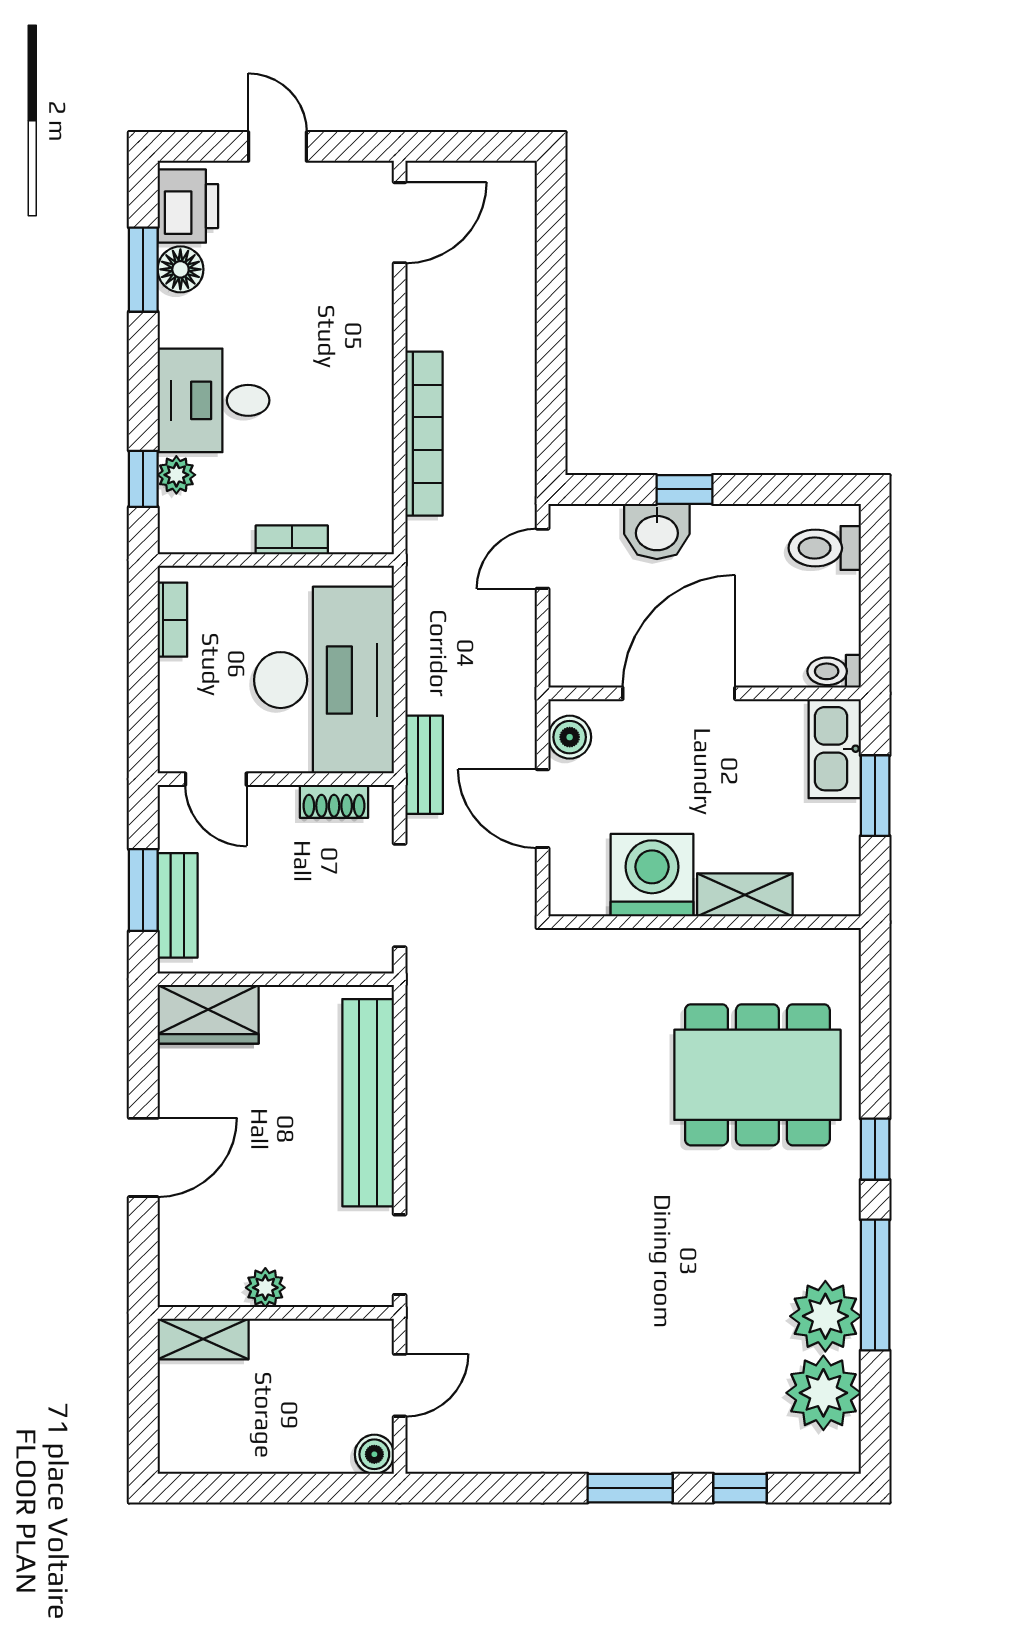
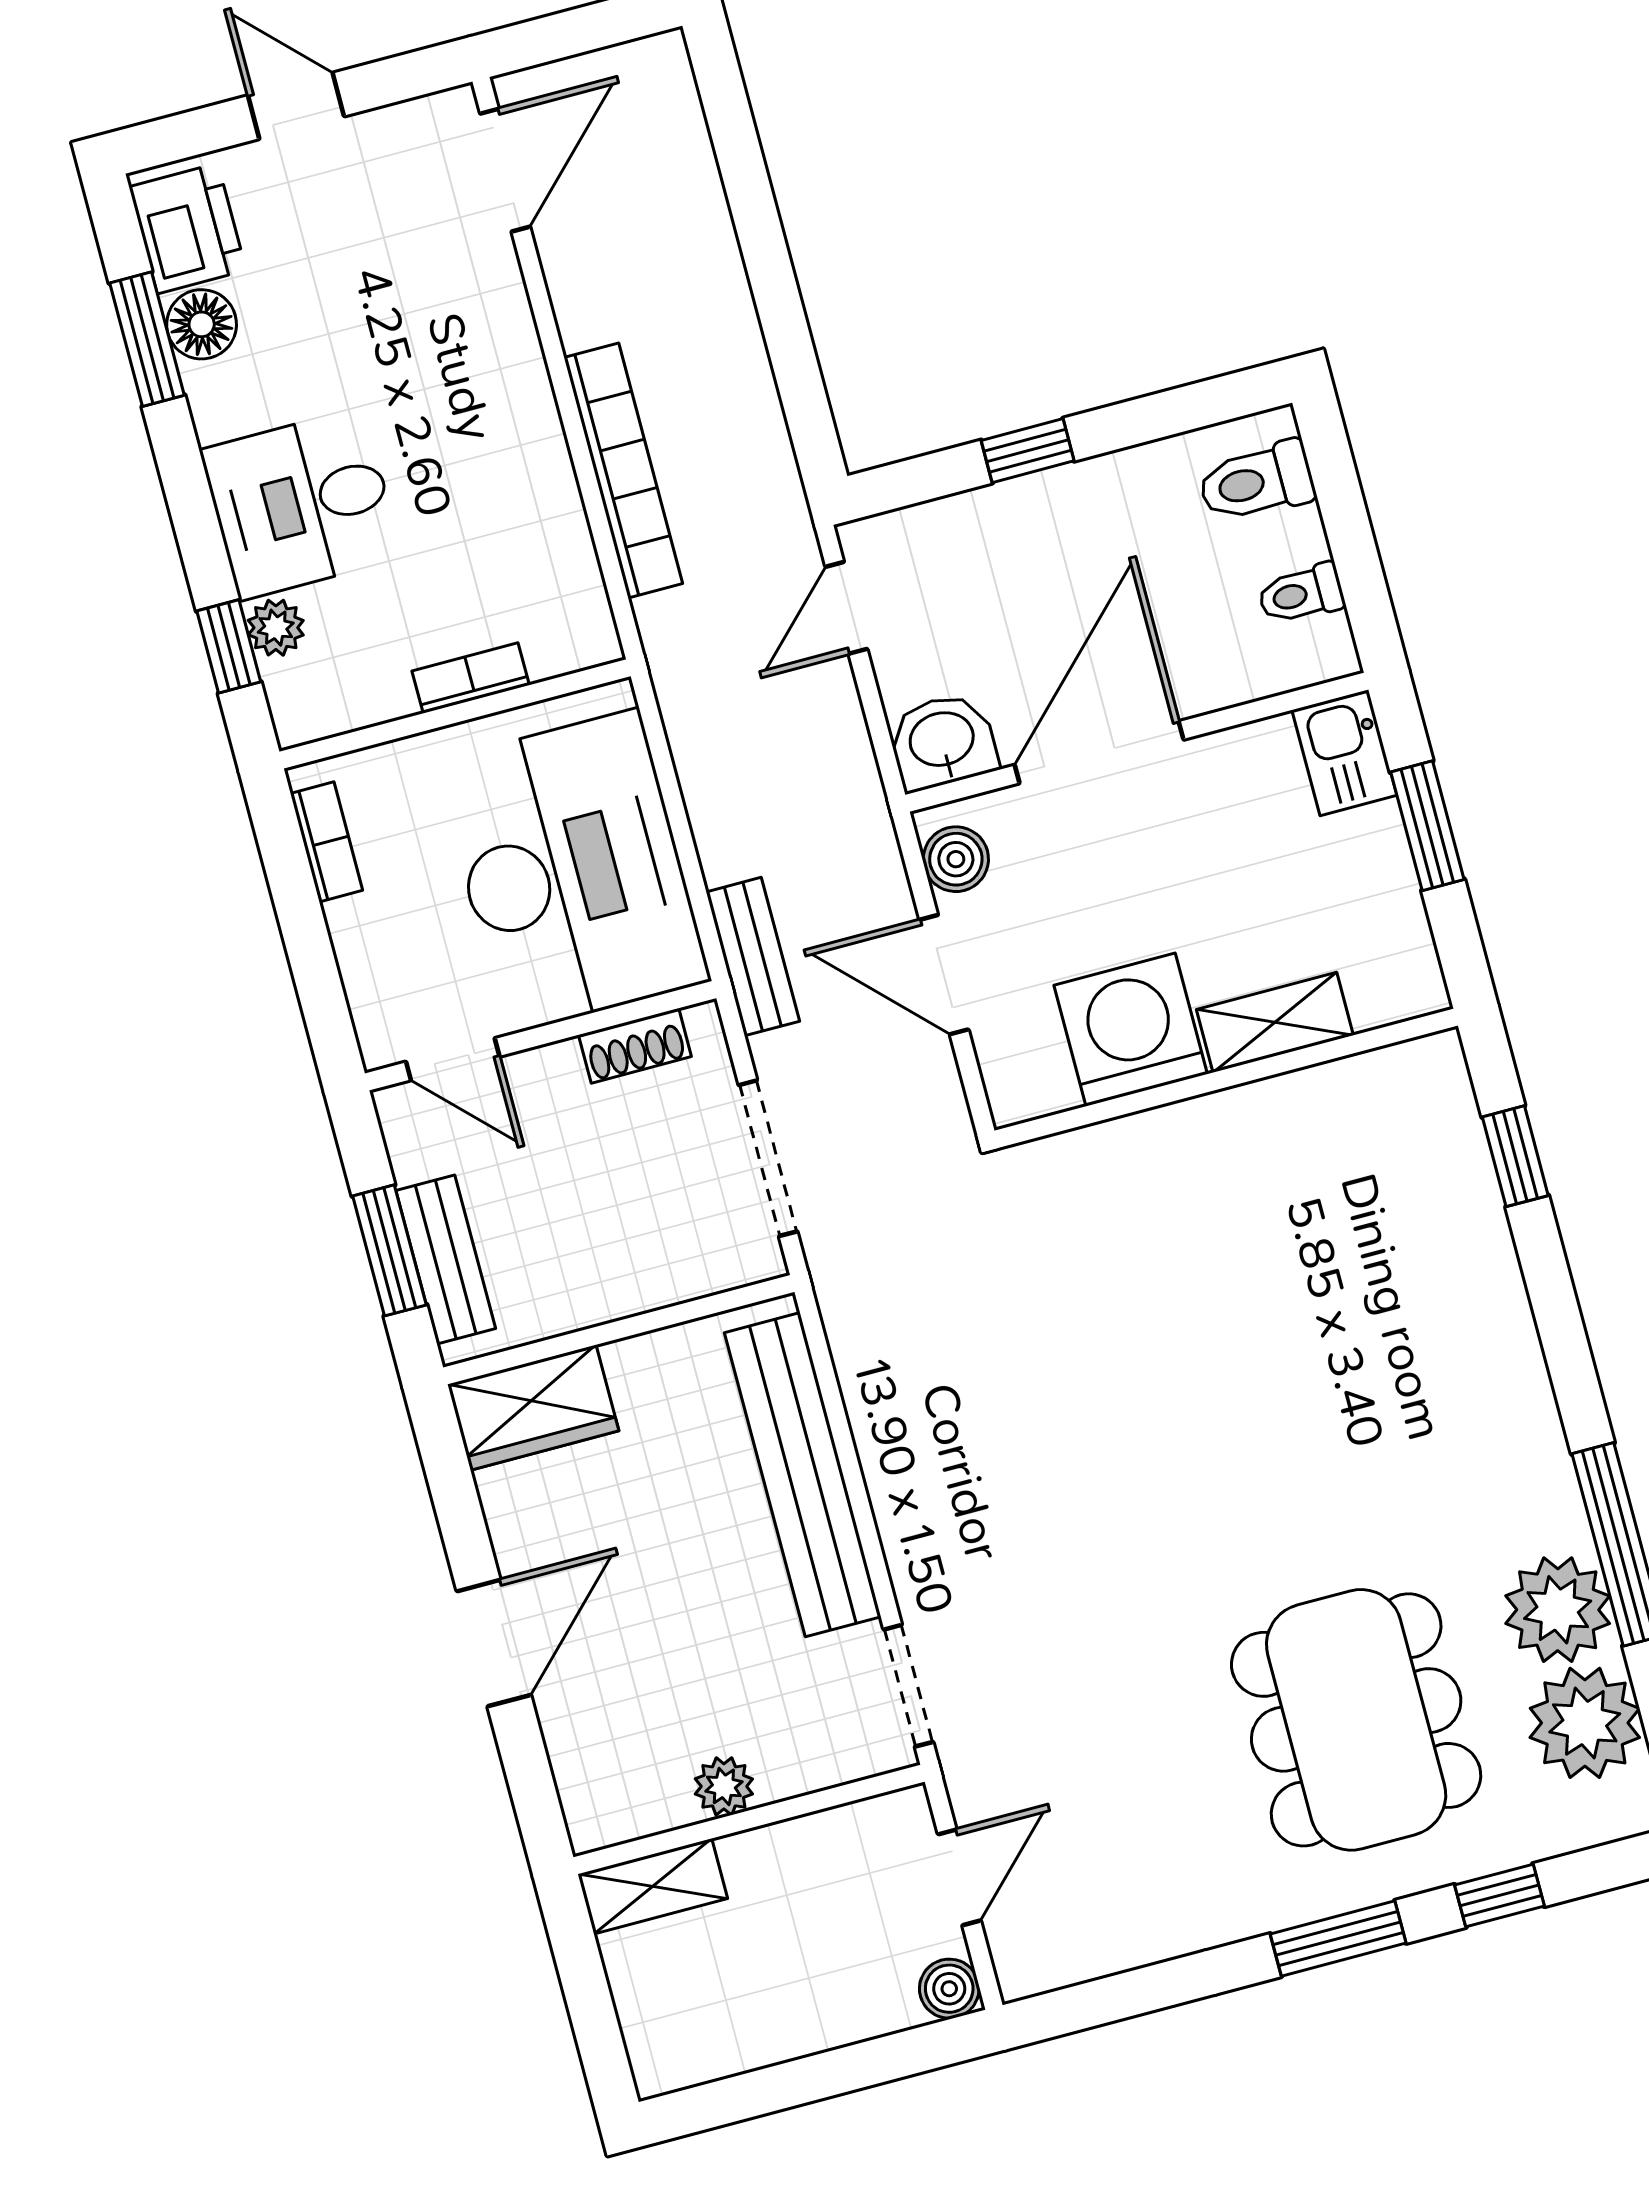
washbasin: (657, 531) -> (942, 742), moved, turned 180
toilet: (834, 671) -> (1301, 594), moved
kitchen sink: (835, 749) -> (1344, 753), width x0.73
dining table: (757, 1075) -> (1356, 1720), moved, turned 90
window: (875, 1149) -> (1515, 1156), moved

